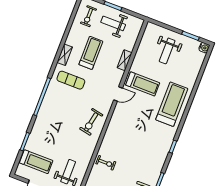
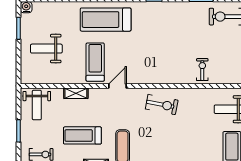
weight bench: (113, 23) -> (37, 105), moved
weight bench: (167, 51) -> (46, 49), turned 180
door: (118, 94) -> (118, 86), hinge flipped

